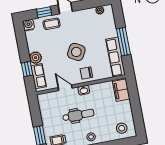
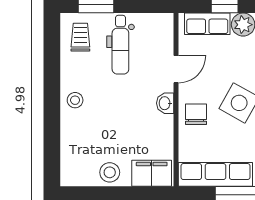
dental chair: (78, 115) -> (120, 45), moved
stool: (122, 128) -> (110, 172), moved

